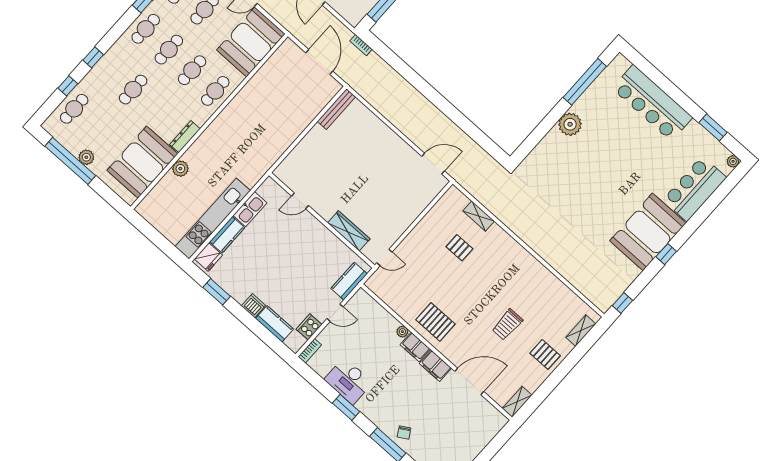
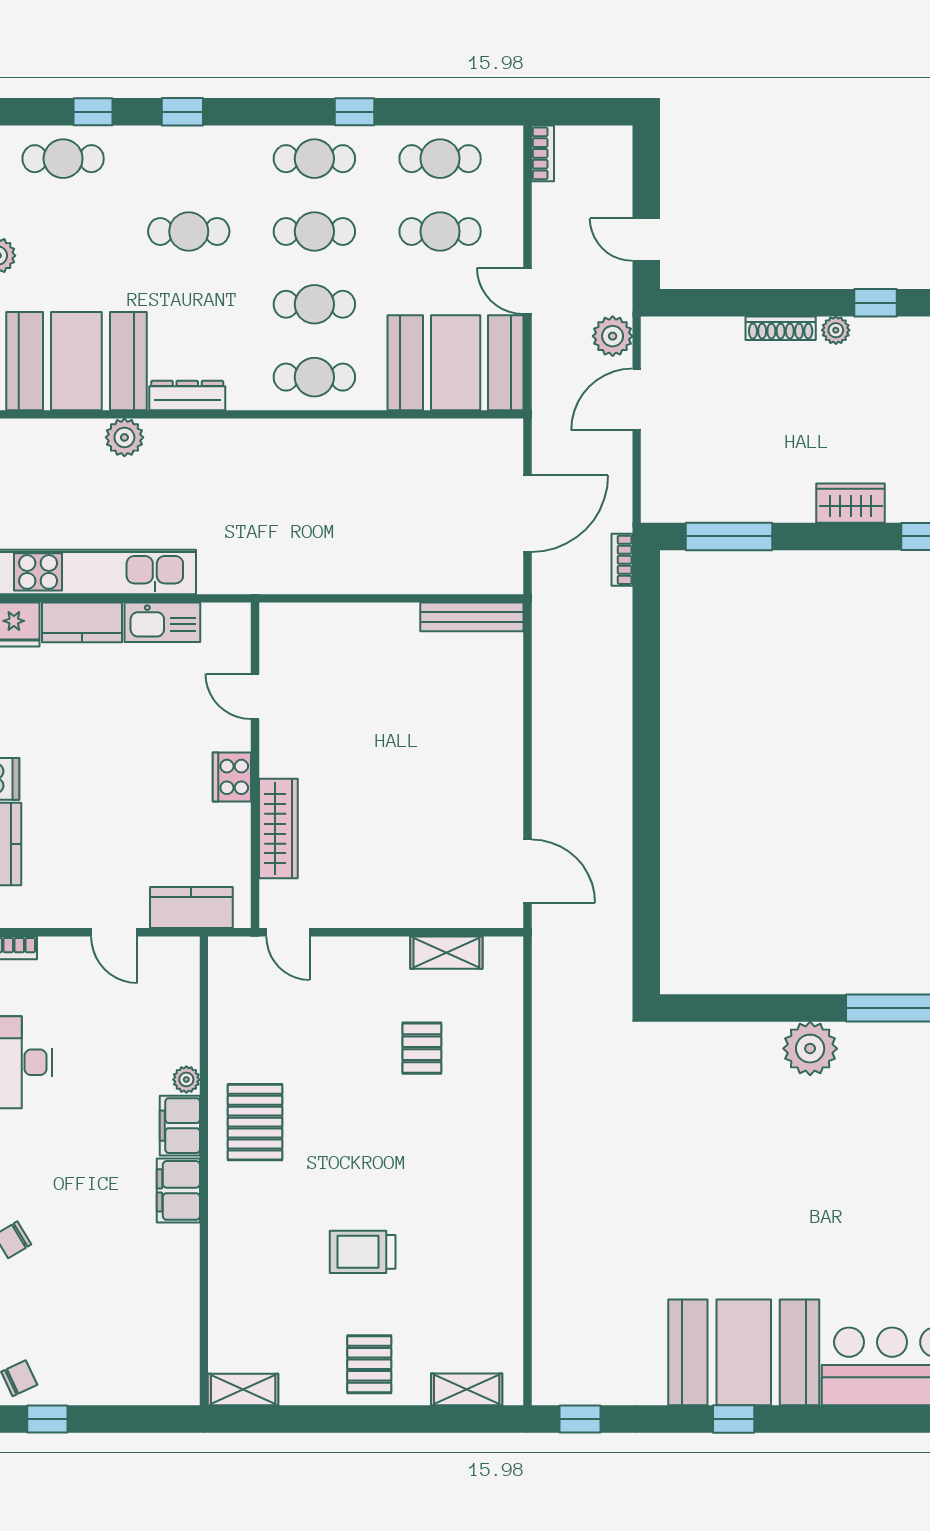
shelving: (479, 216) -> (446, 953), moved, turned 90
cooker: (309, 327) -> (232, 777), moved, turned -90
door: (469, 381) -> (204, 1274), removed

